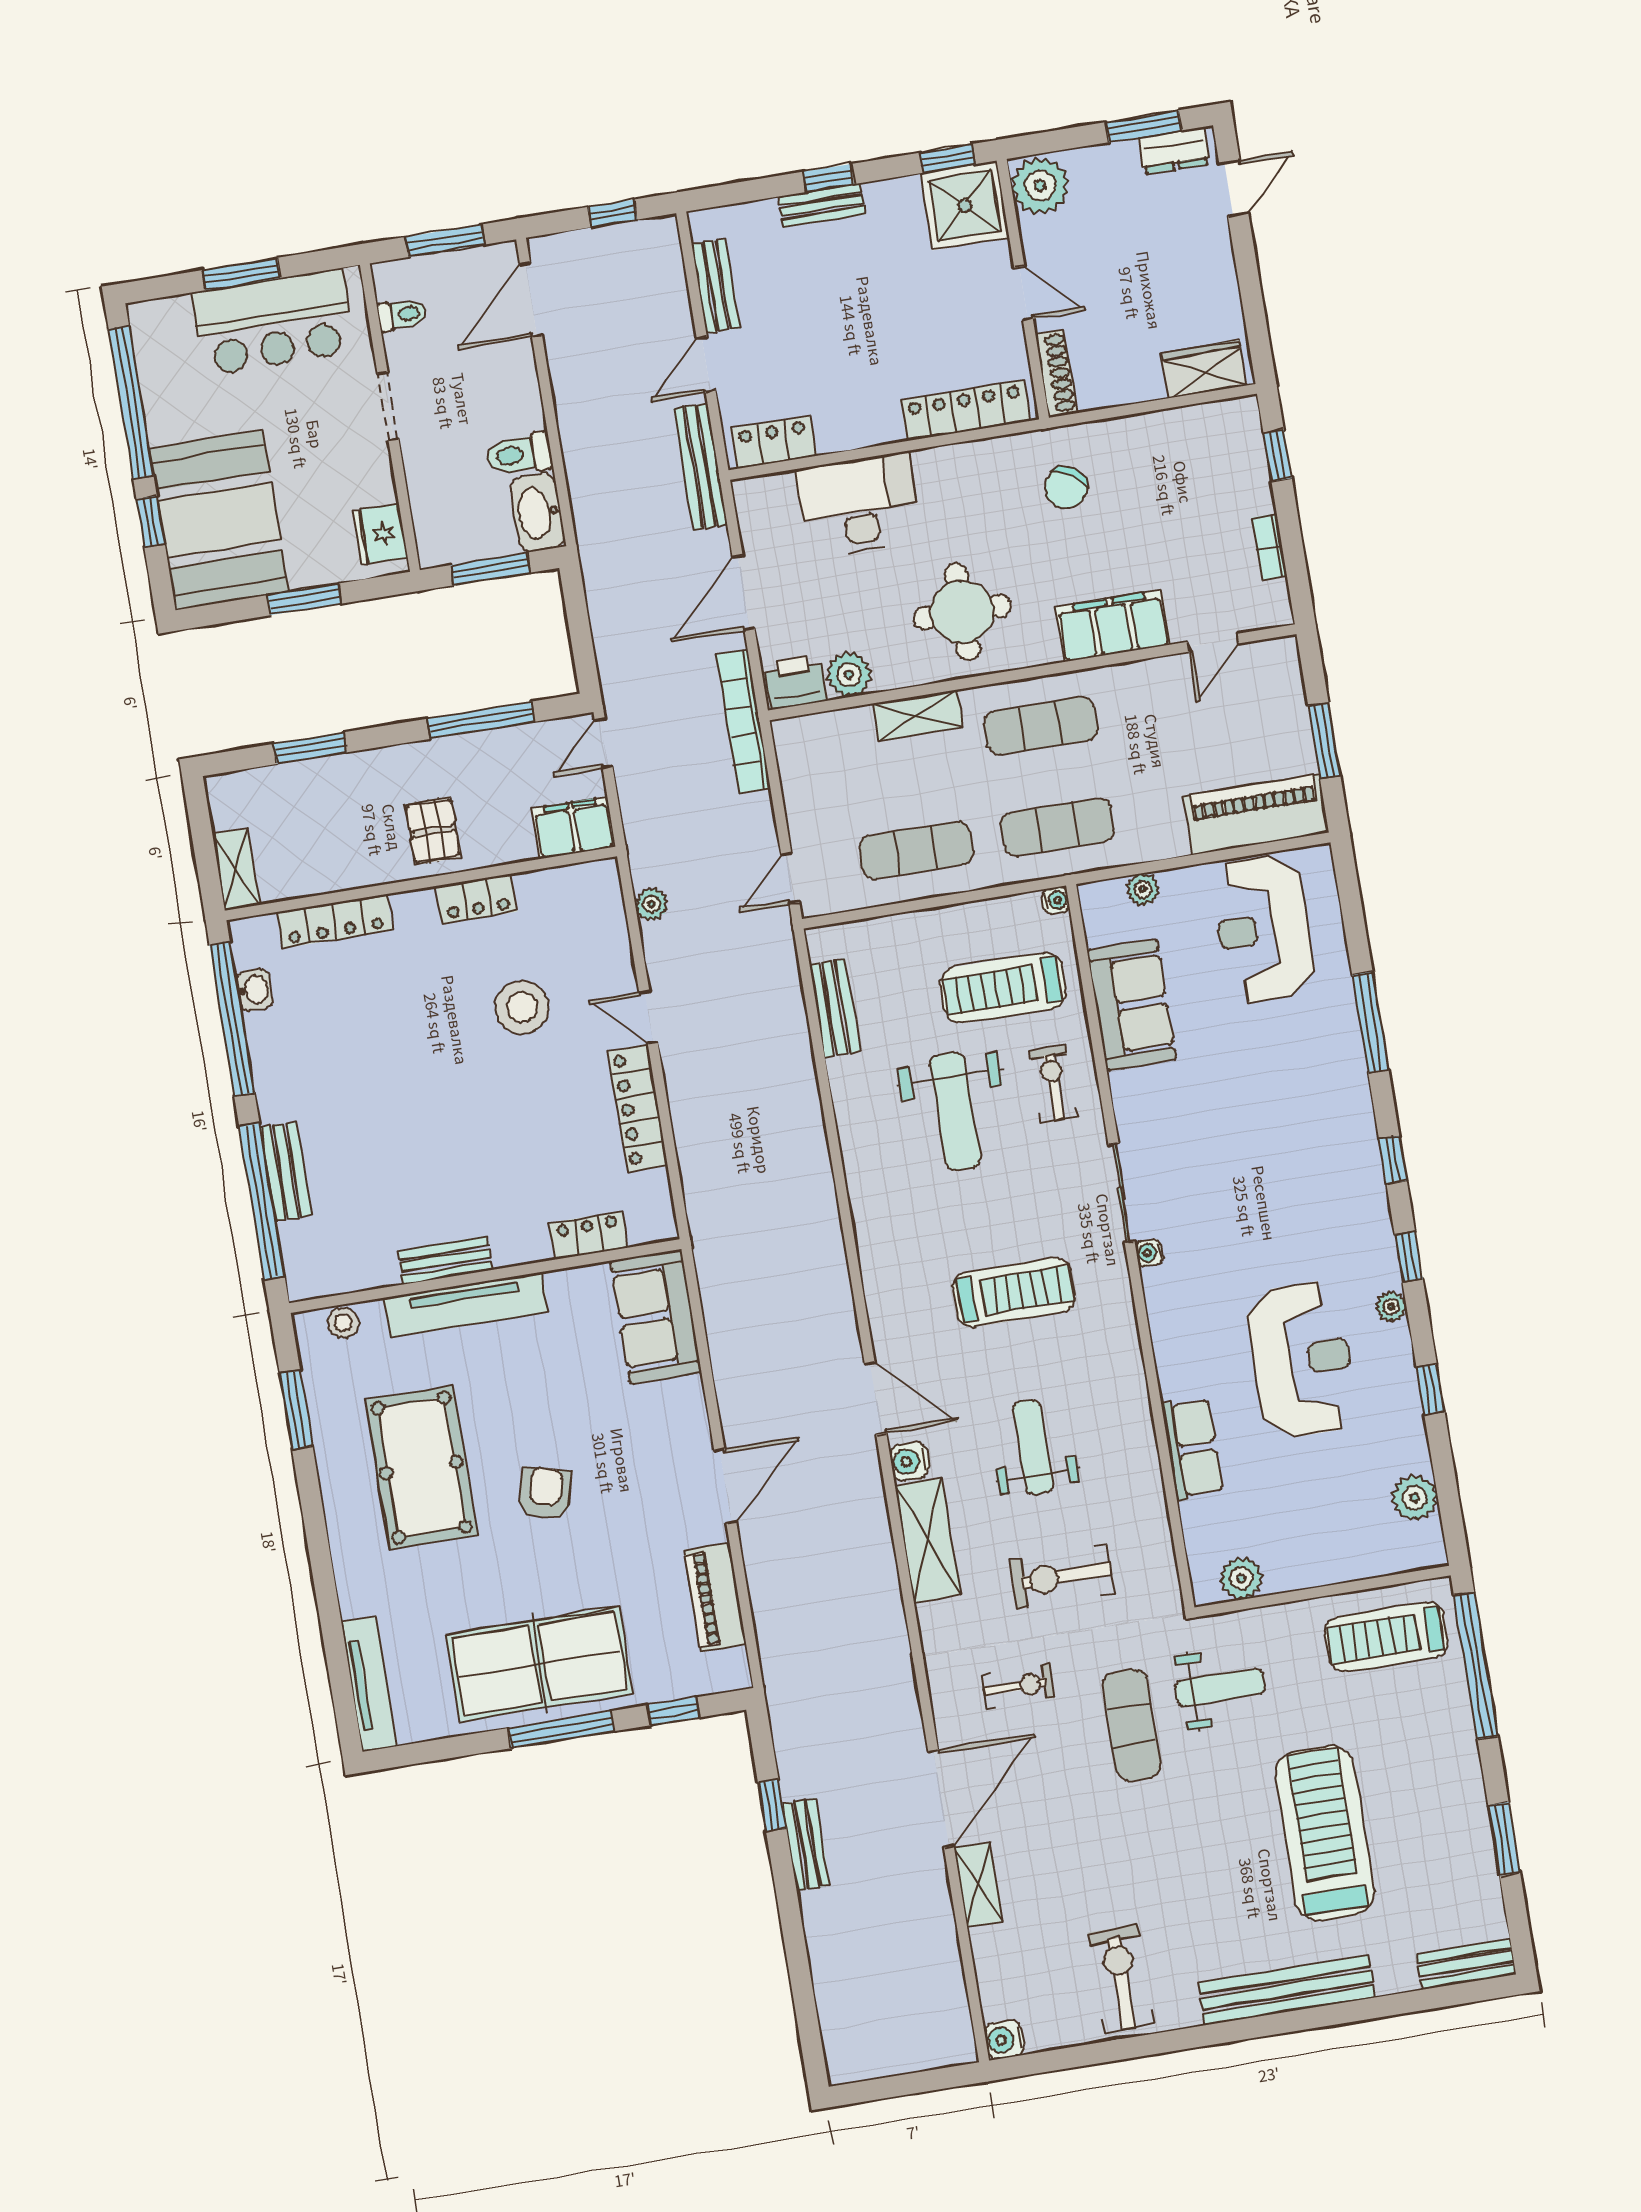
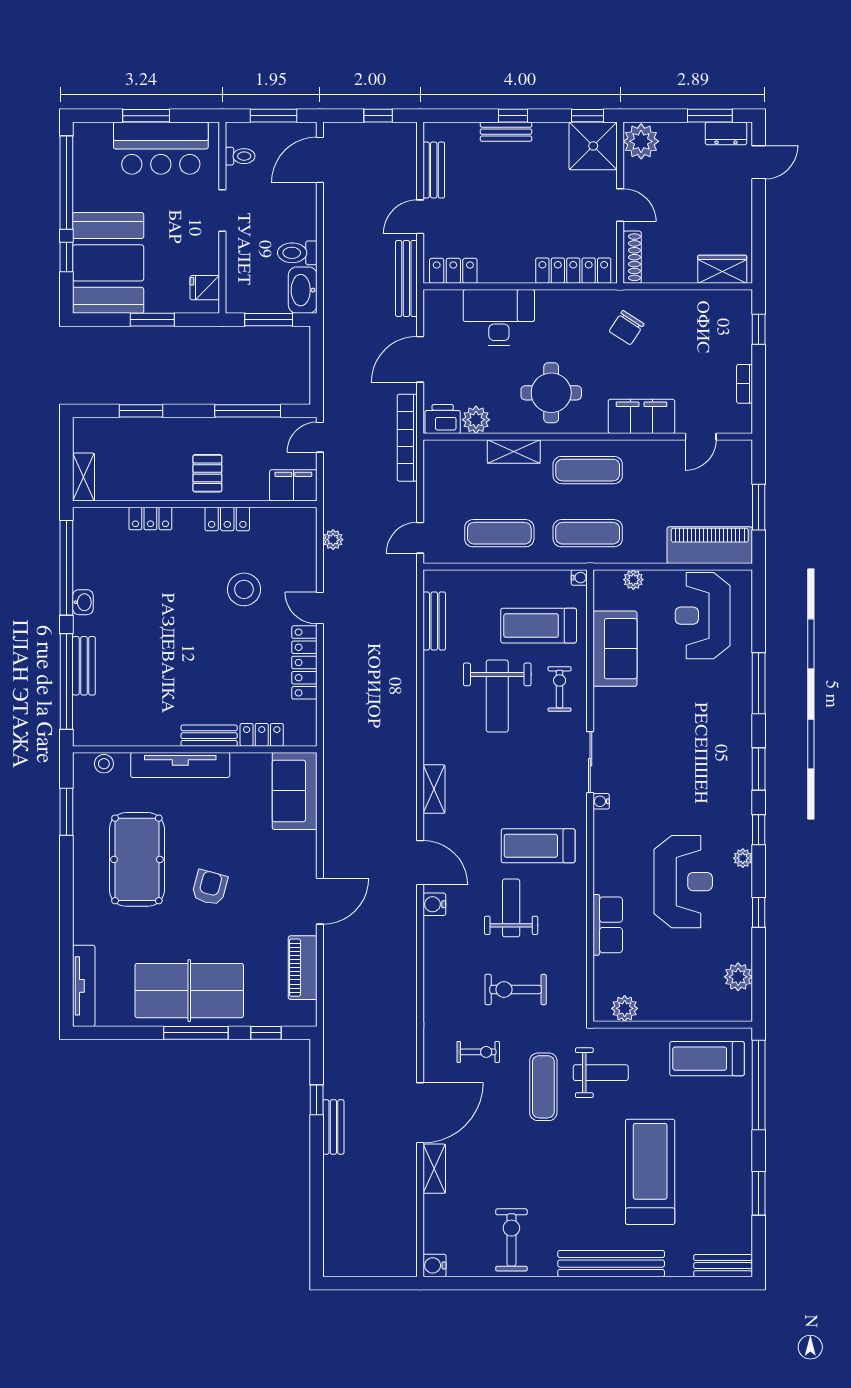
fridge: (380, 534) -> (205, 288), width x0.72
locker: (335, 921) -> (150, 518), width x0.66
washbasin: (254, 990) -> (83, 602), moved
window: (1393, 1160) -> (759, 769), width x1.50
bench: (445, 1260) -> (209, 736), moved
treadmill: (1014, 1292) -> (538, 846), moved, turned 180
shelving: (928, 1540) -> (434, 789), moved, width x0.67, depth x0.75

